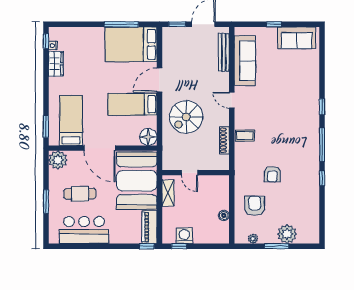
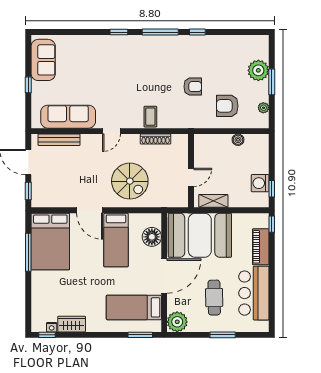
floor lamp: (148, 137) -> (152, 237), moved
piano: (149, 227) -> (261, 247), moved, turned 90

